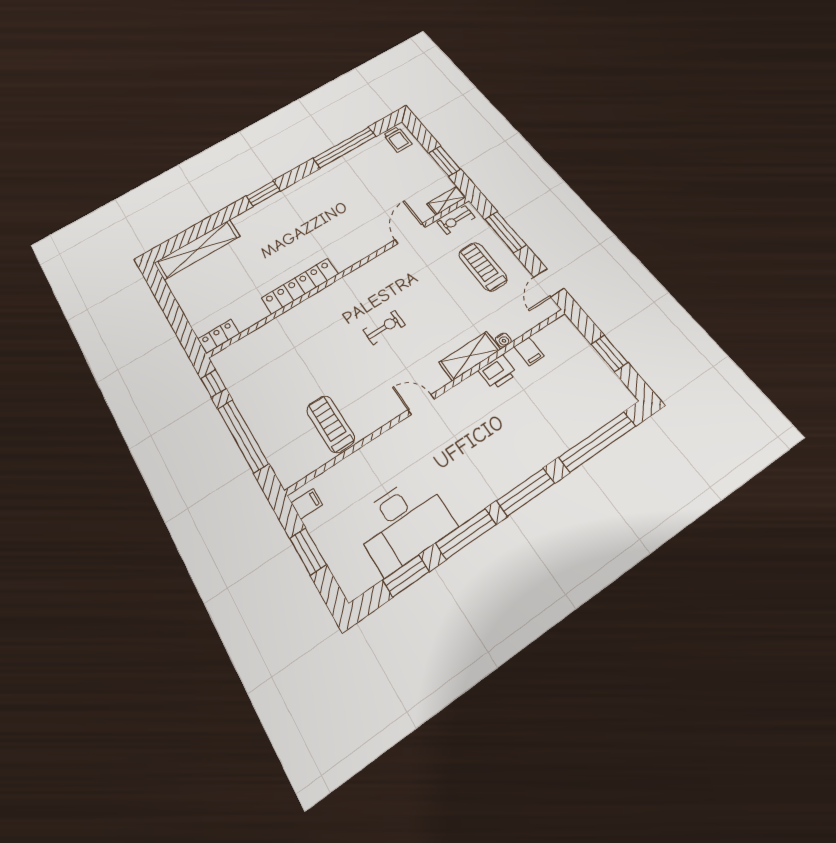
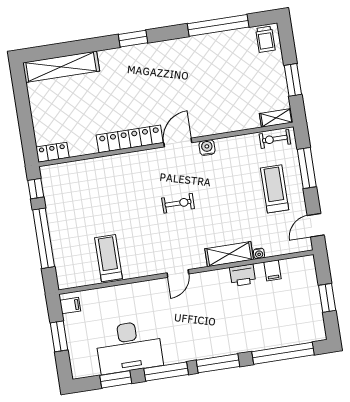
door: (410, 233) -> (178, 143), moved
water cooler: (388, 258) -> (207, 148), added
door: (421, 404) -> (178, 273), swing flipped

